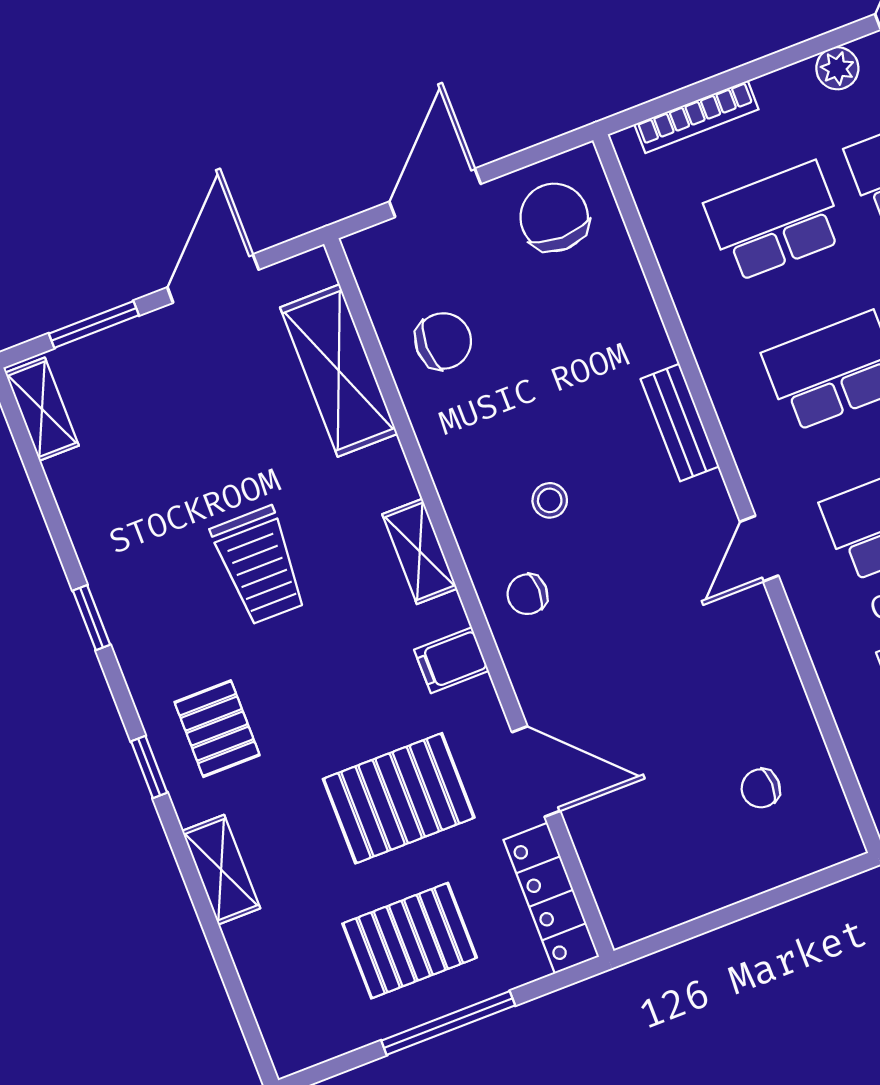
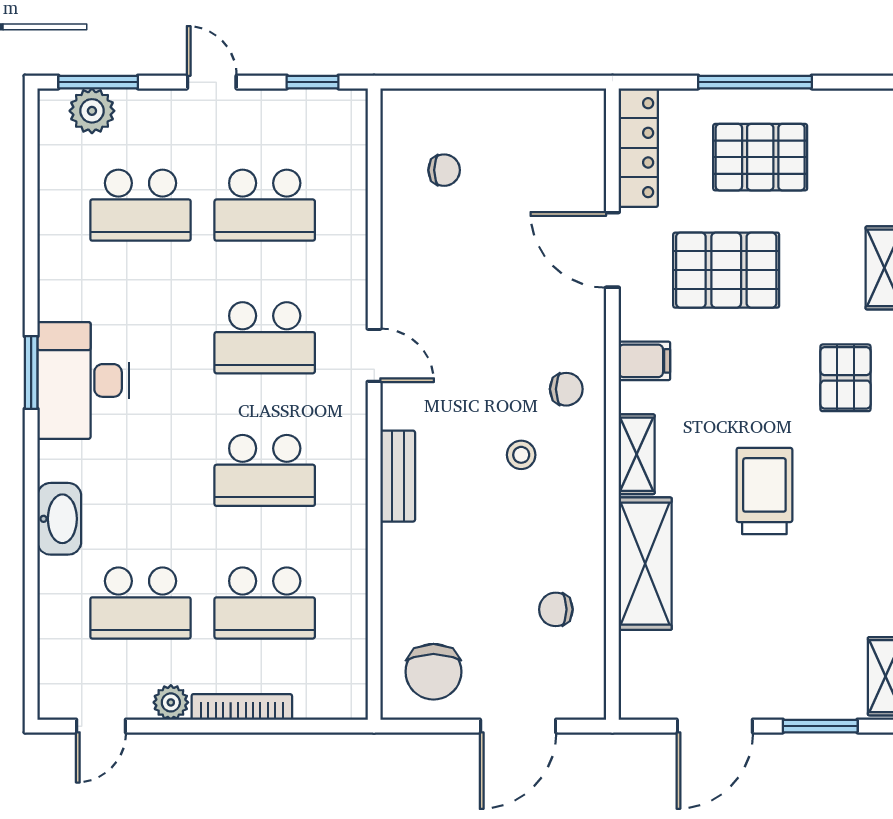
bookcase: (696, 117) -> (242, 707), moved
chair: (443, 341) -> (556, 609), width x0.73, depth x0.73
shelving: (339, 371) -> (645, 564), moved
door: (759, 549) -> (374, 355), hinge flipped

